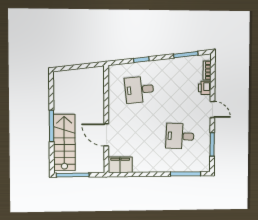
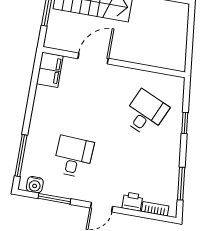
desk: (139, 90) -> (145, 113), turned 30
water cooler: (205, 160) -> (35, 185), added

